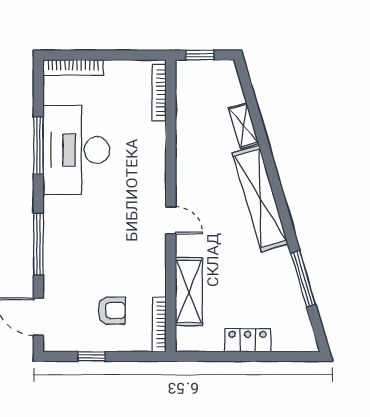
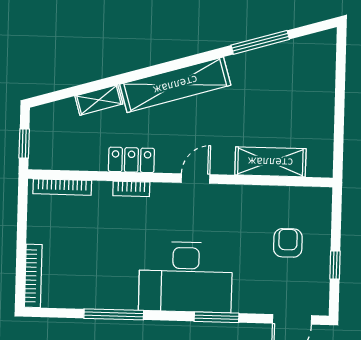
desk: (76, 150) -> (186, 277), moved
window: (38, 244) -> (216, 317), width x0.69
bookcase: (159, 324) -> (131, 189), moved, width x0.64
locker: (248, 340) -> (131, 160), moved, turned 90

